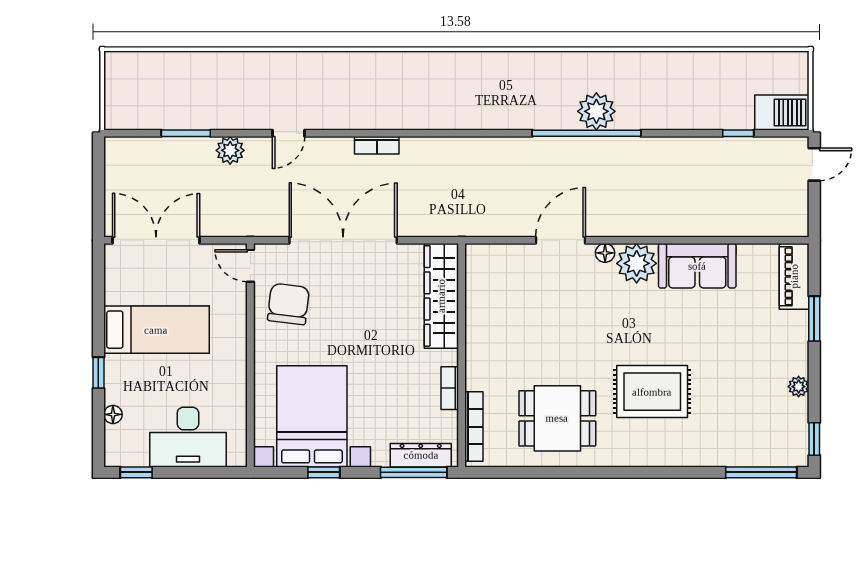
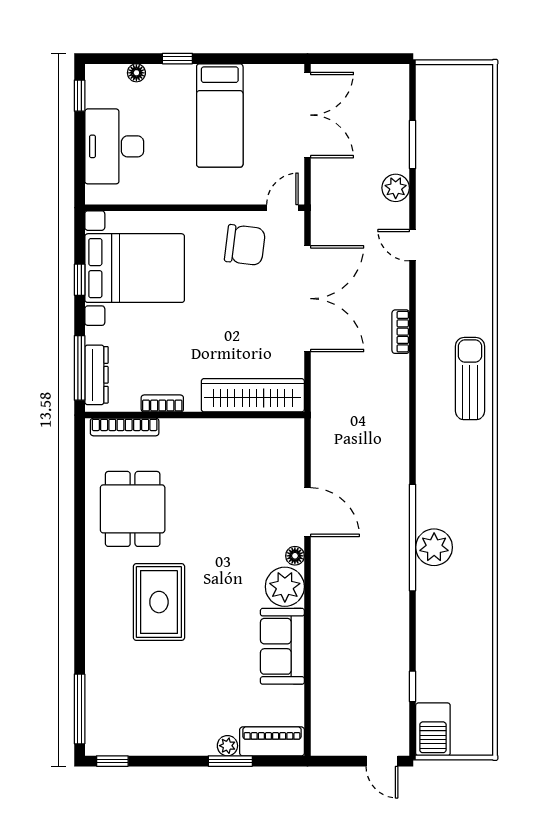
sun lounger: (425, 75) -> (470, 379), added
plant: (799, 387) -> (227, 746), moved

